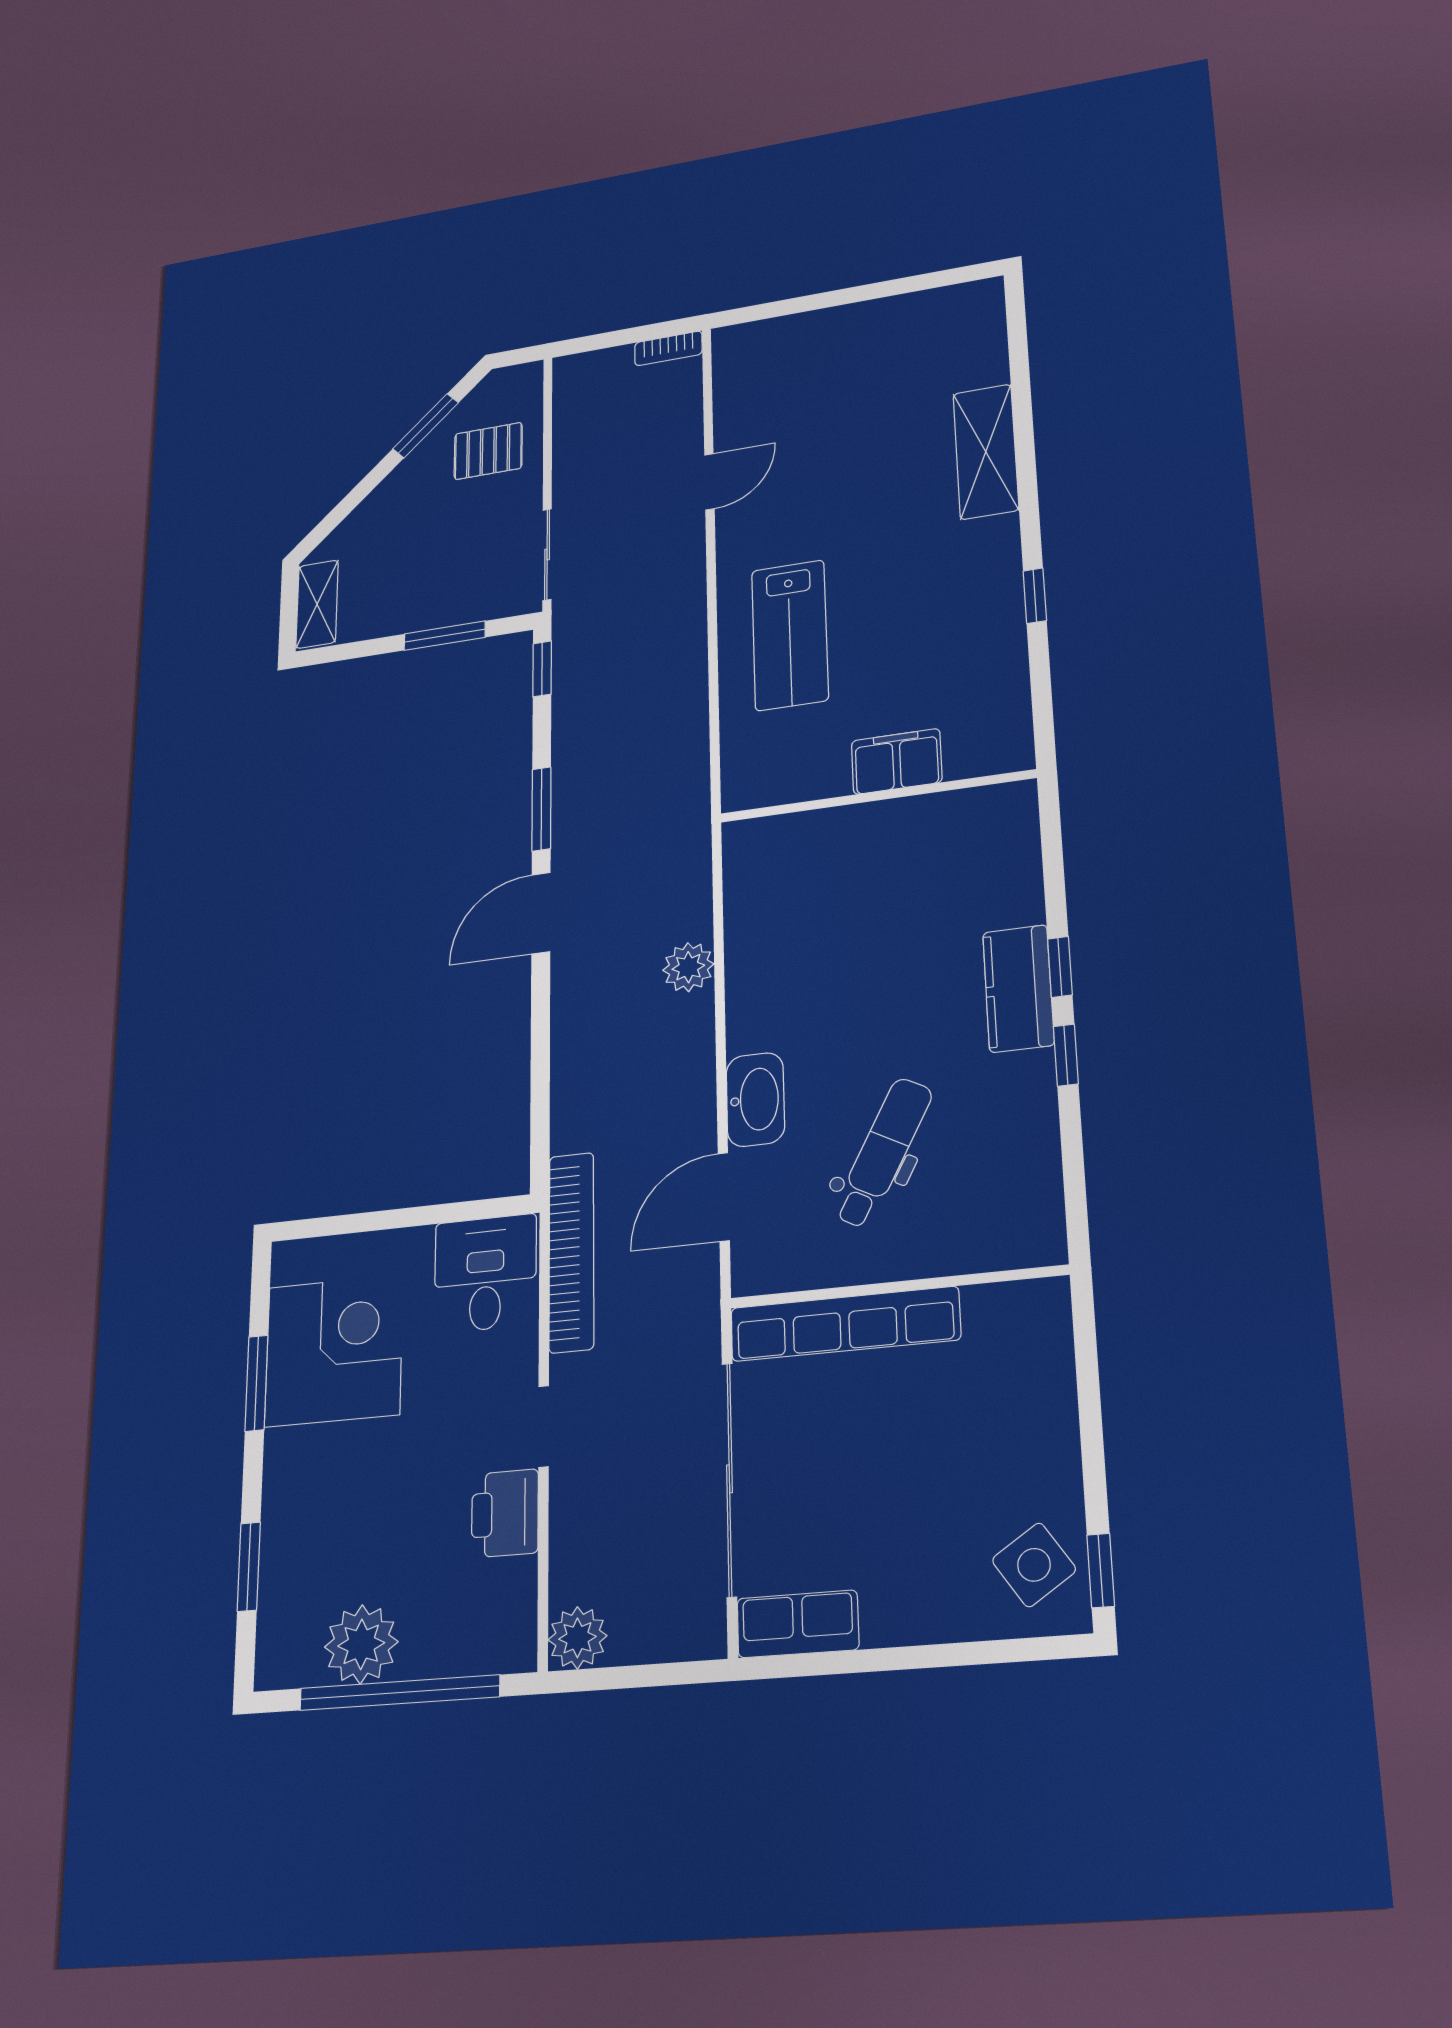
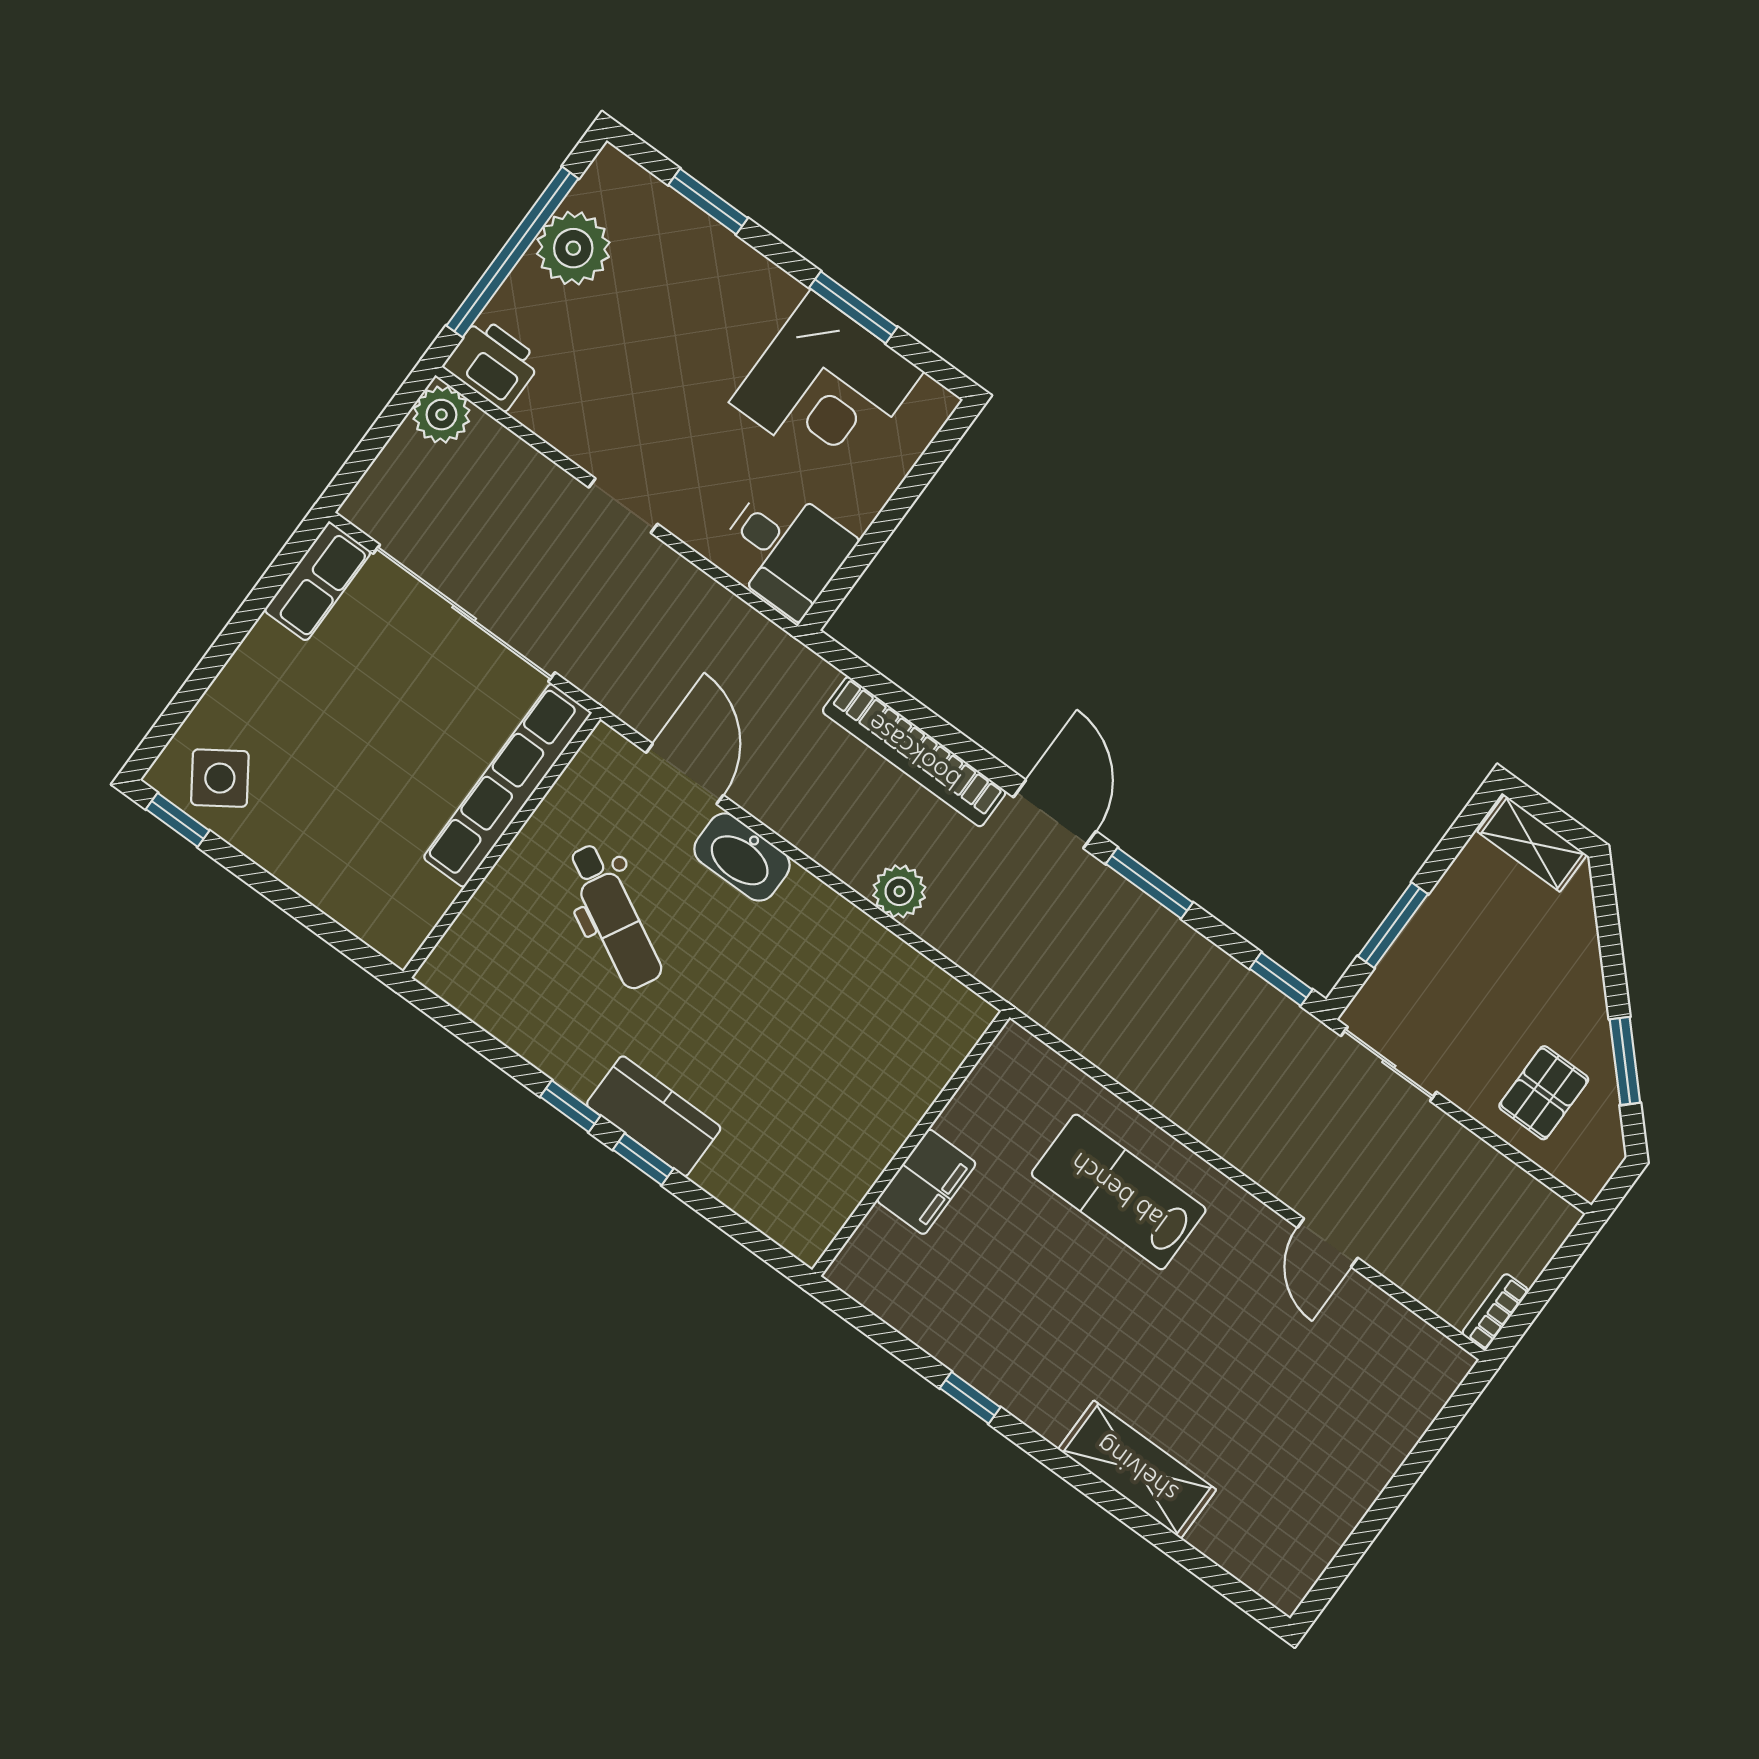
bookcase: (571, 1252) -> (914, 752), moved
printer: (505, 1513) -> (493, 364), moved

